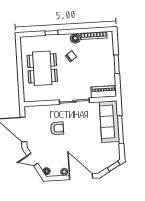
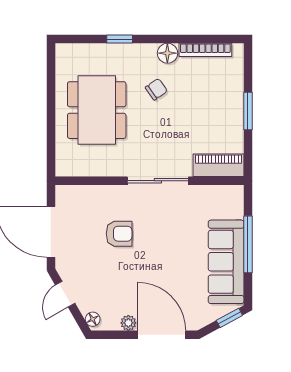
sofa: (109, 122) -> (226, 262), moved
door: (32, 160) -> (65, 294), hinge flipped

